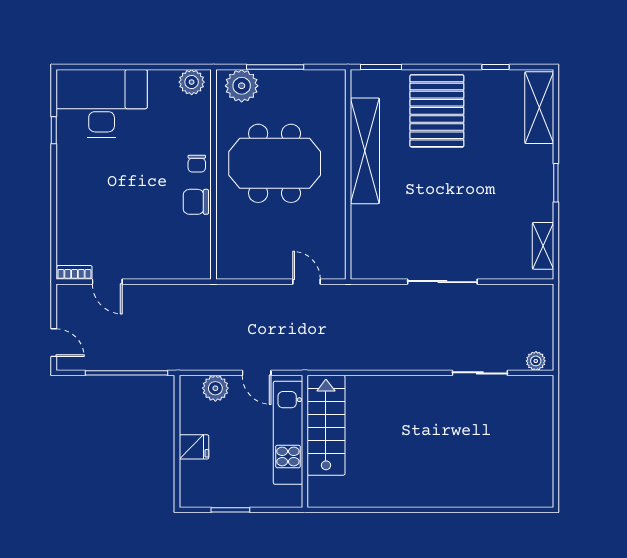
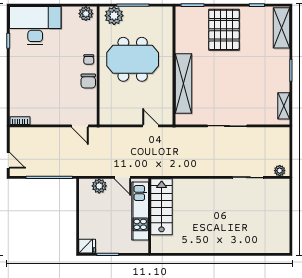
shelving: (365, 151) -> (183, 83), moved
chair: (196, 202) -> (88, 81), turned -90
door: (107, 282) -> (80, 126), moved
fridge: (194, 447) -> (87, 246), moved

